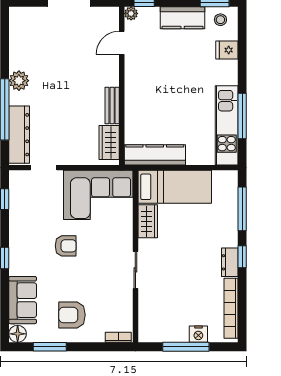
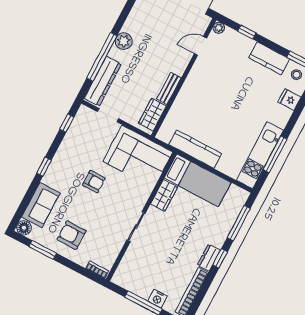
plant: (131, 13) -> (219, 28), moved
door: (122, 43) -> (200, 46), moved
wall: (122, 86) -> (184, 78), moved
bench: (112, 106) -> (169, 88), moved
wardrobe: (109, 142) -> (152, 115), moved

